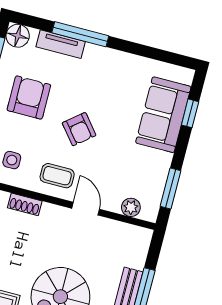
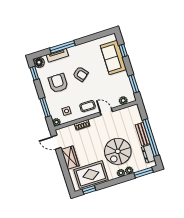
armchair: (79, 129) -> (80, 74), moved

